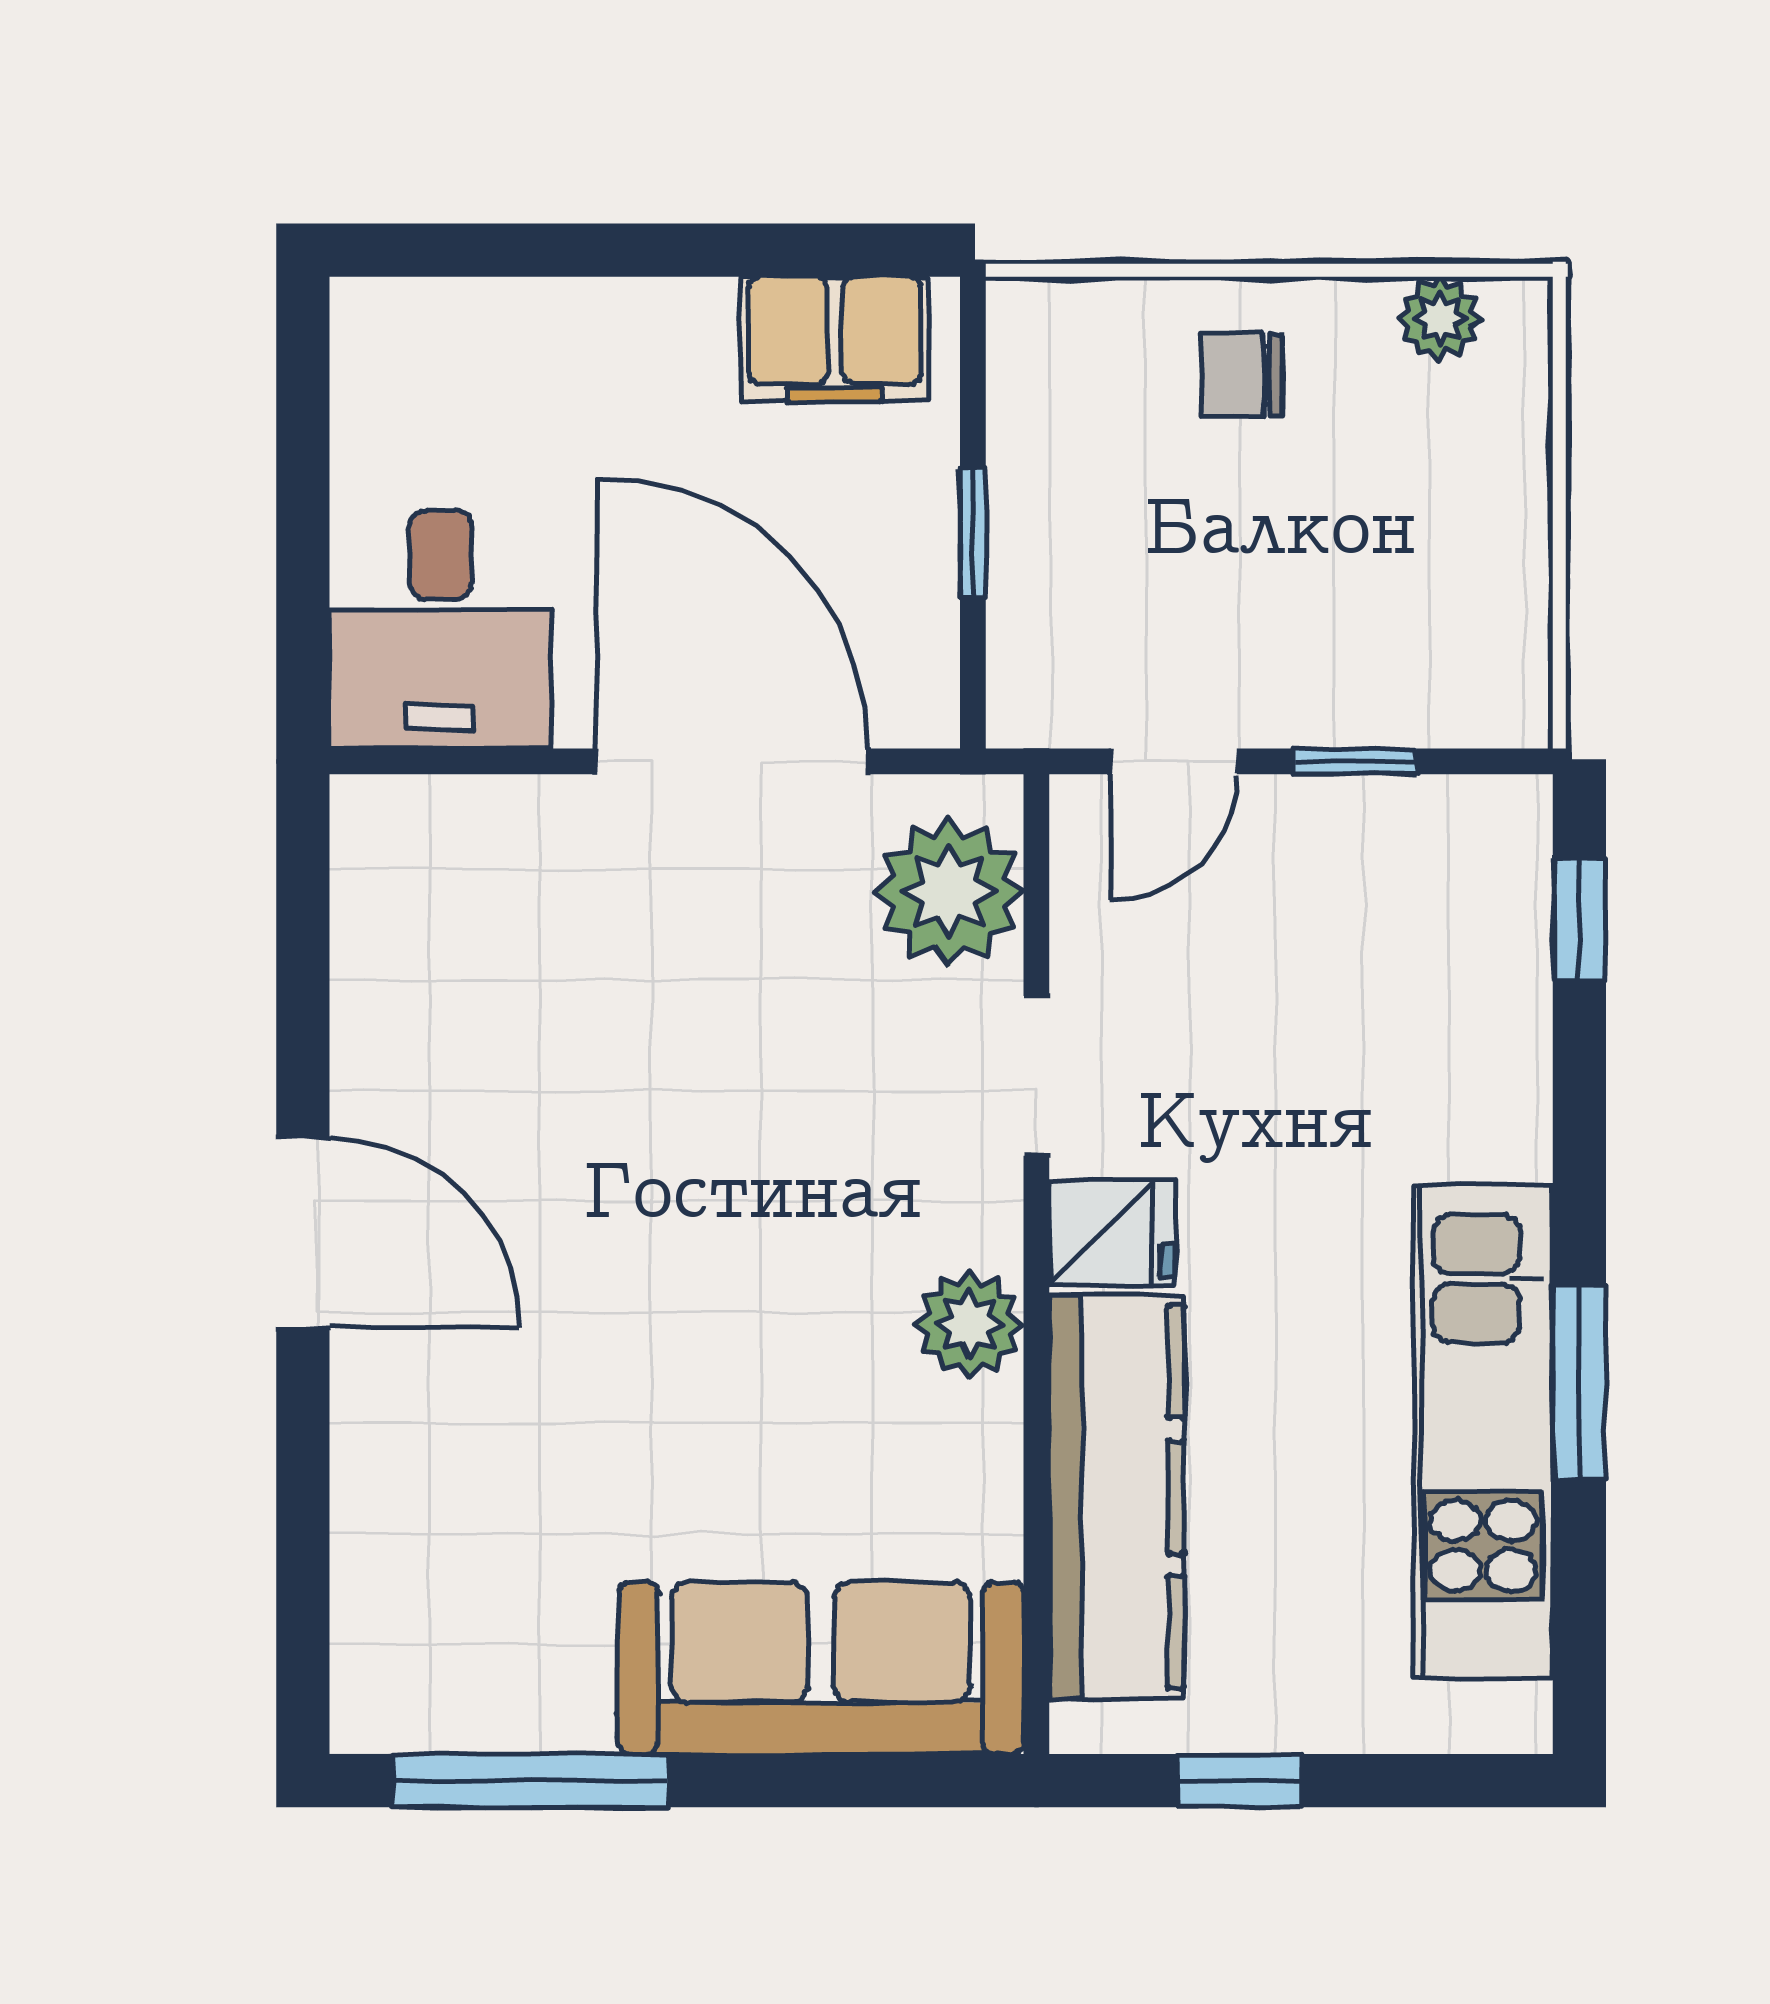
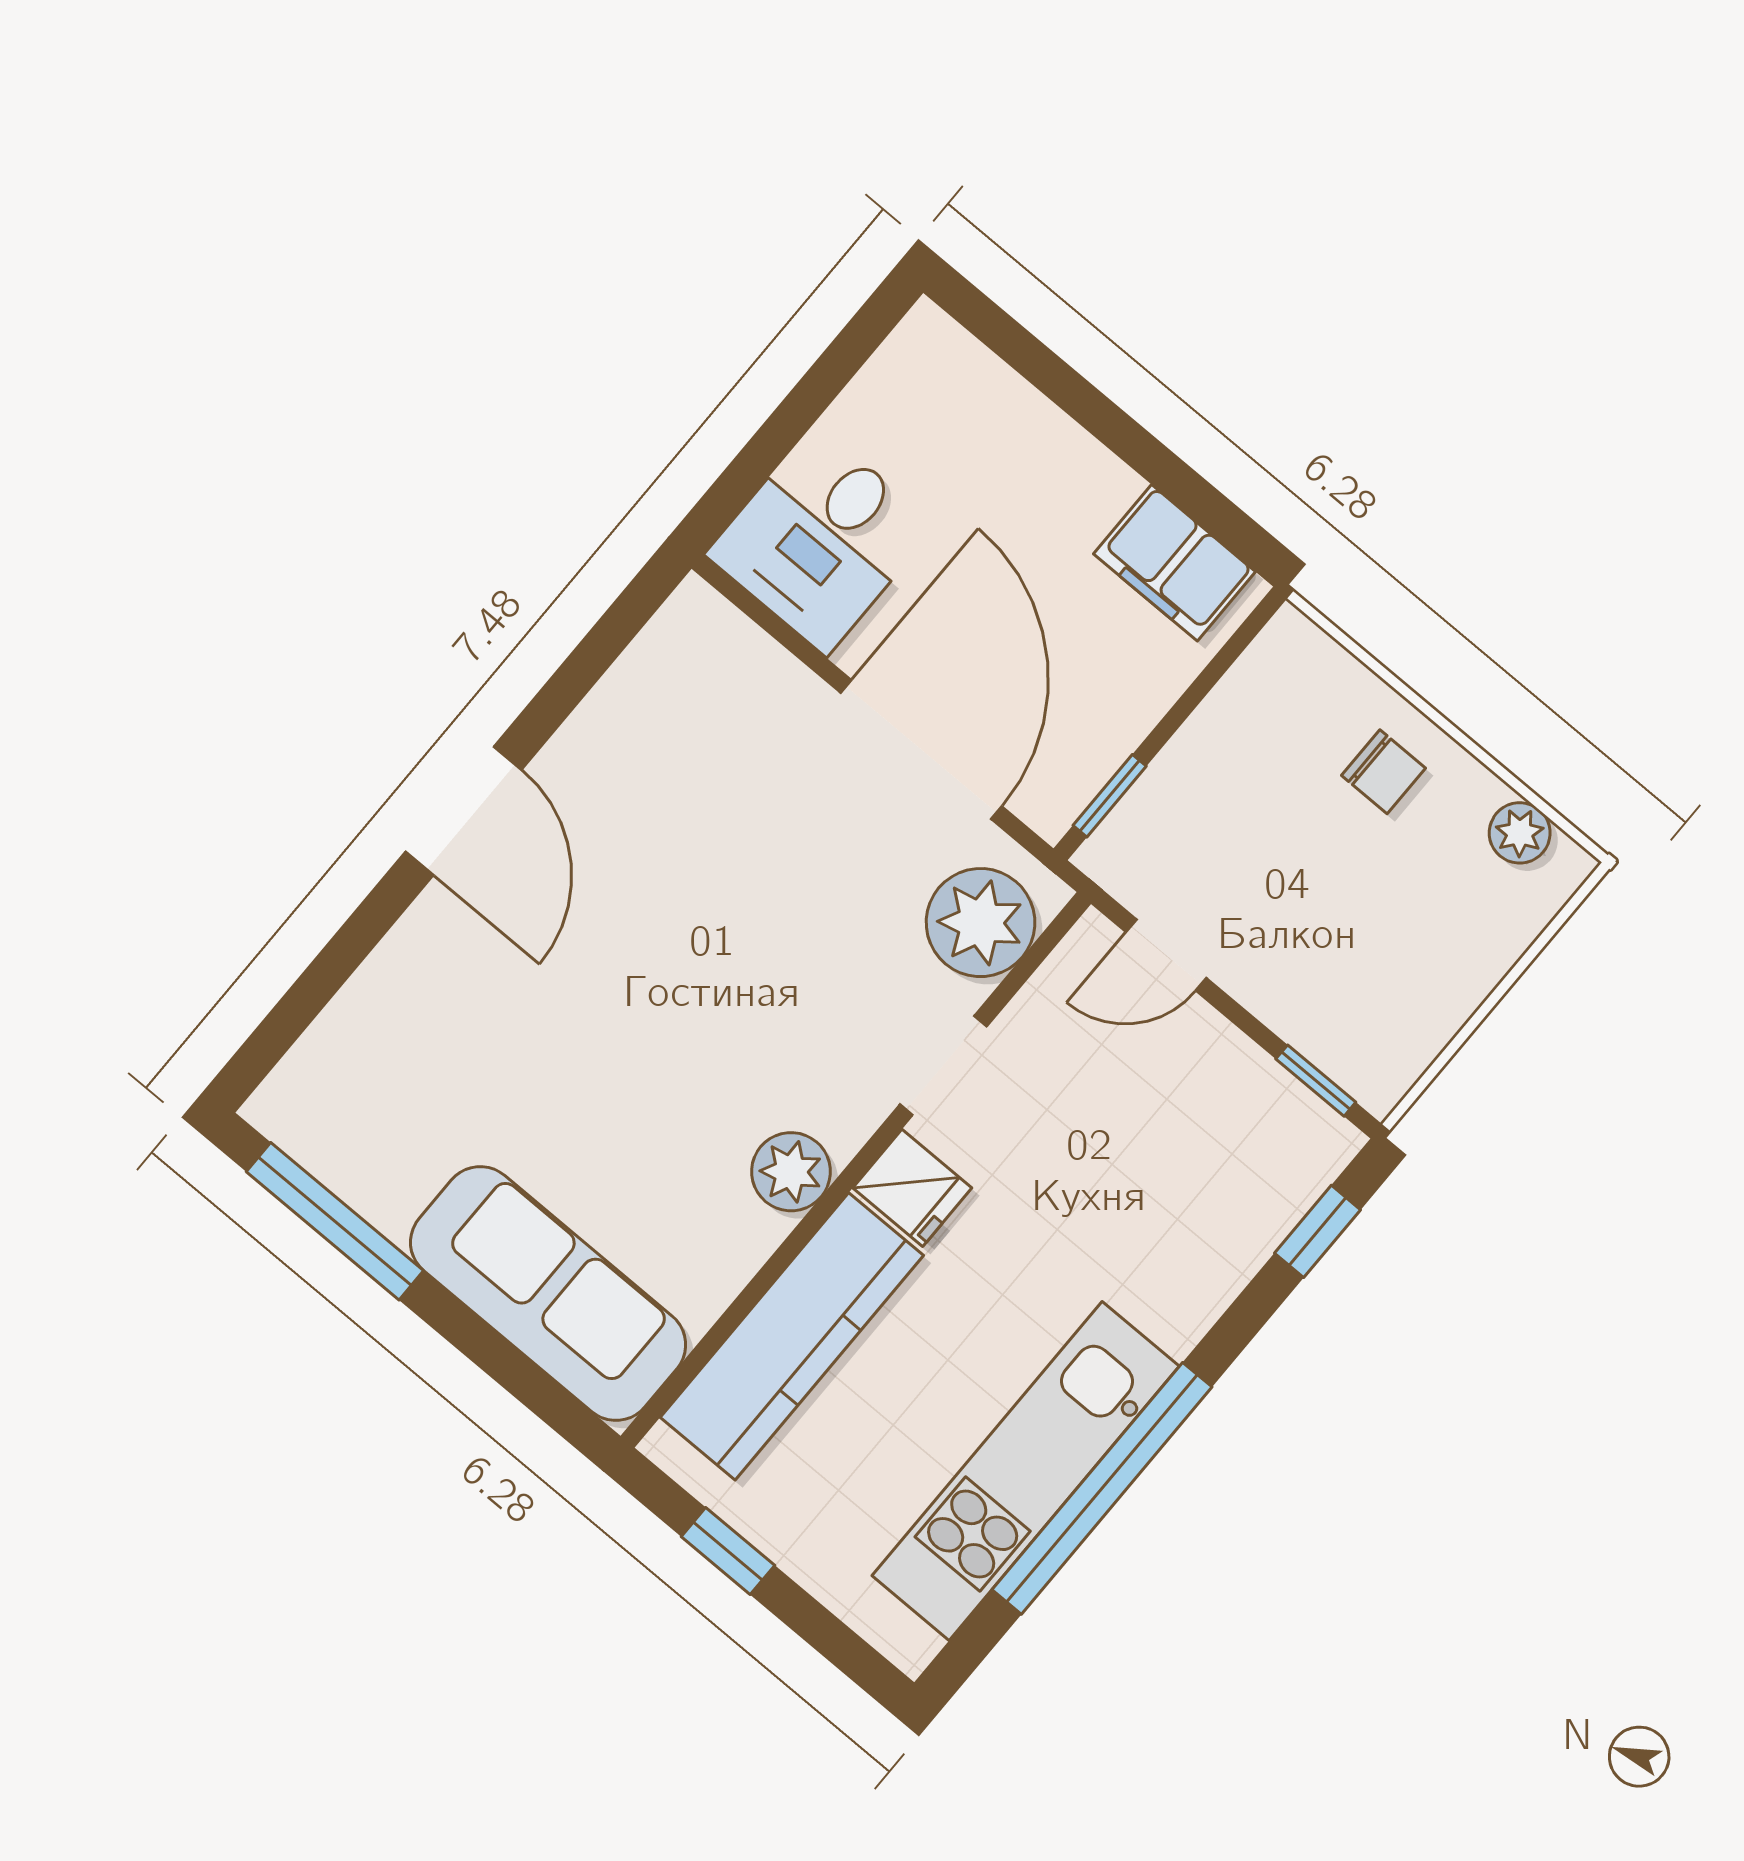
chair: (1241, 375) -> (1384, 772), turned 180
window: (973, 533) -> (1110, 796), moved
window: (1355, 761) -> (1316, 1081), moved
window: (1579, 1382) -> (1102, 1488), width x2.11

